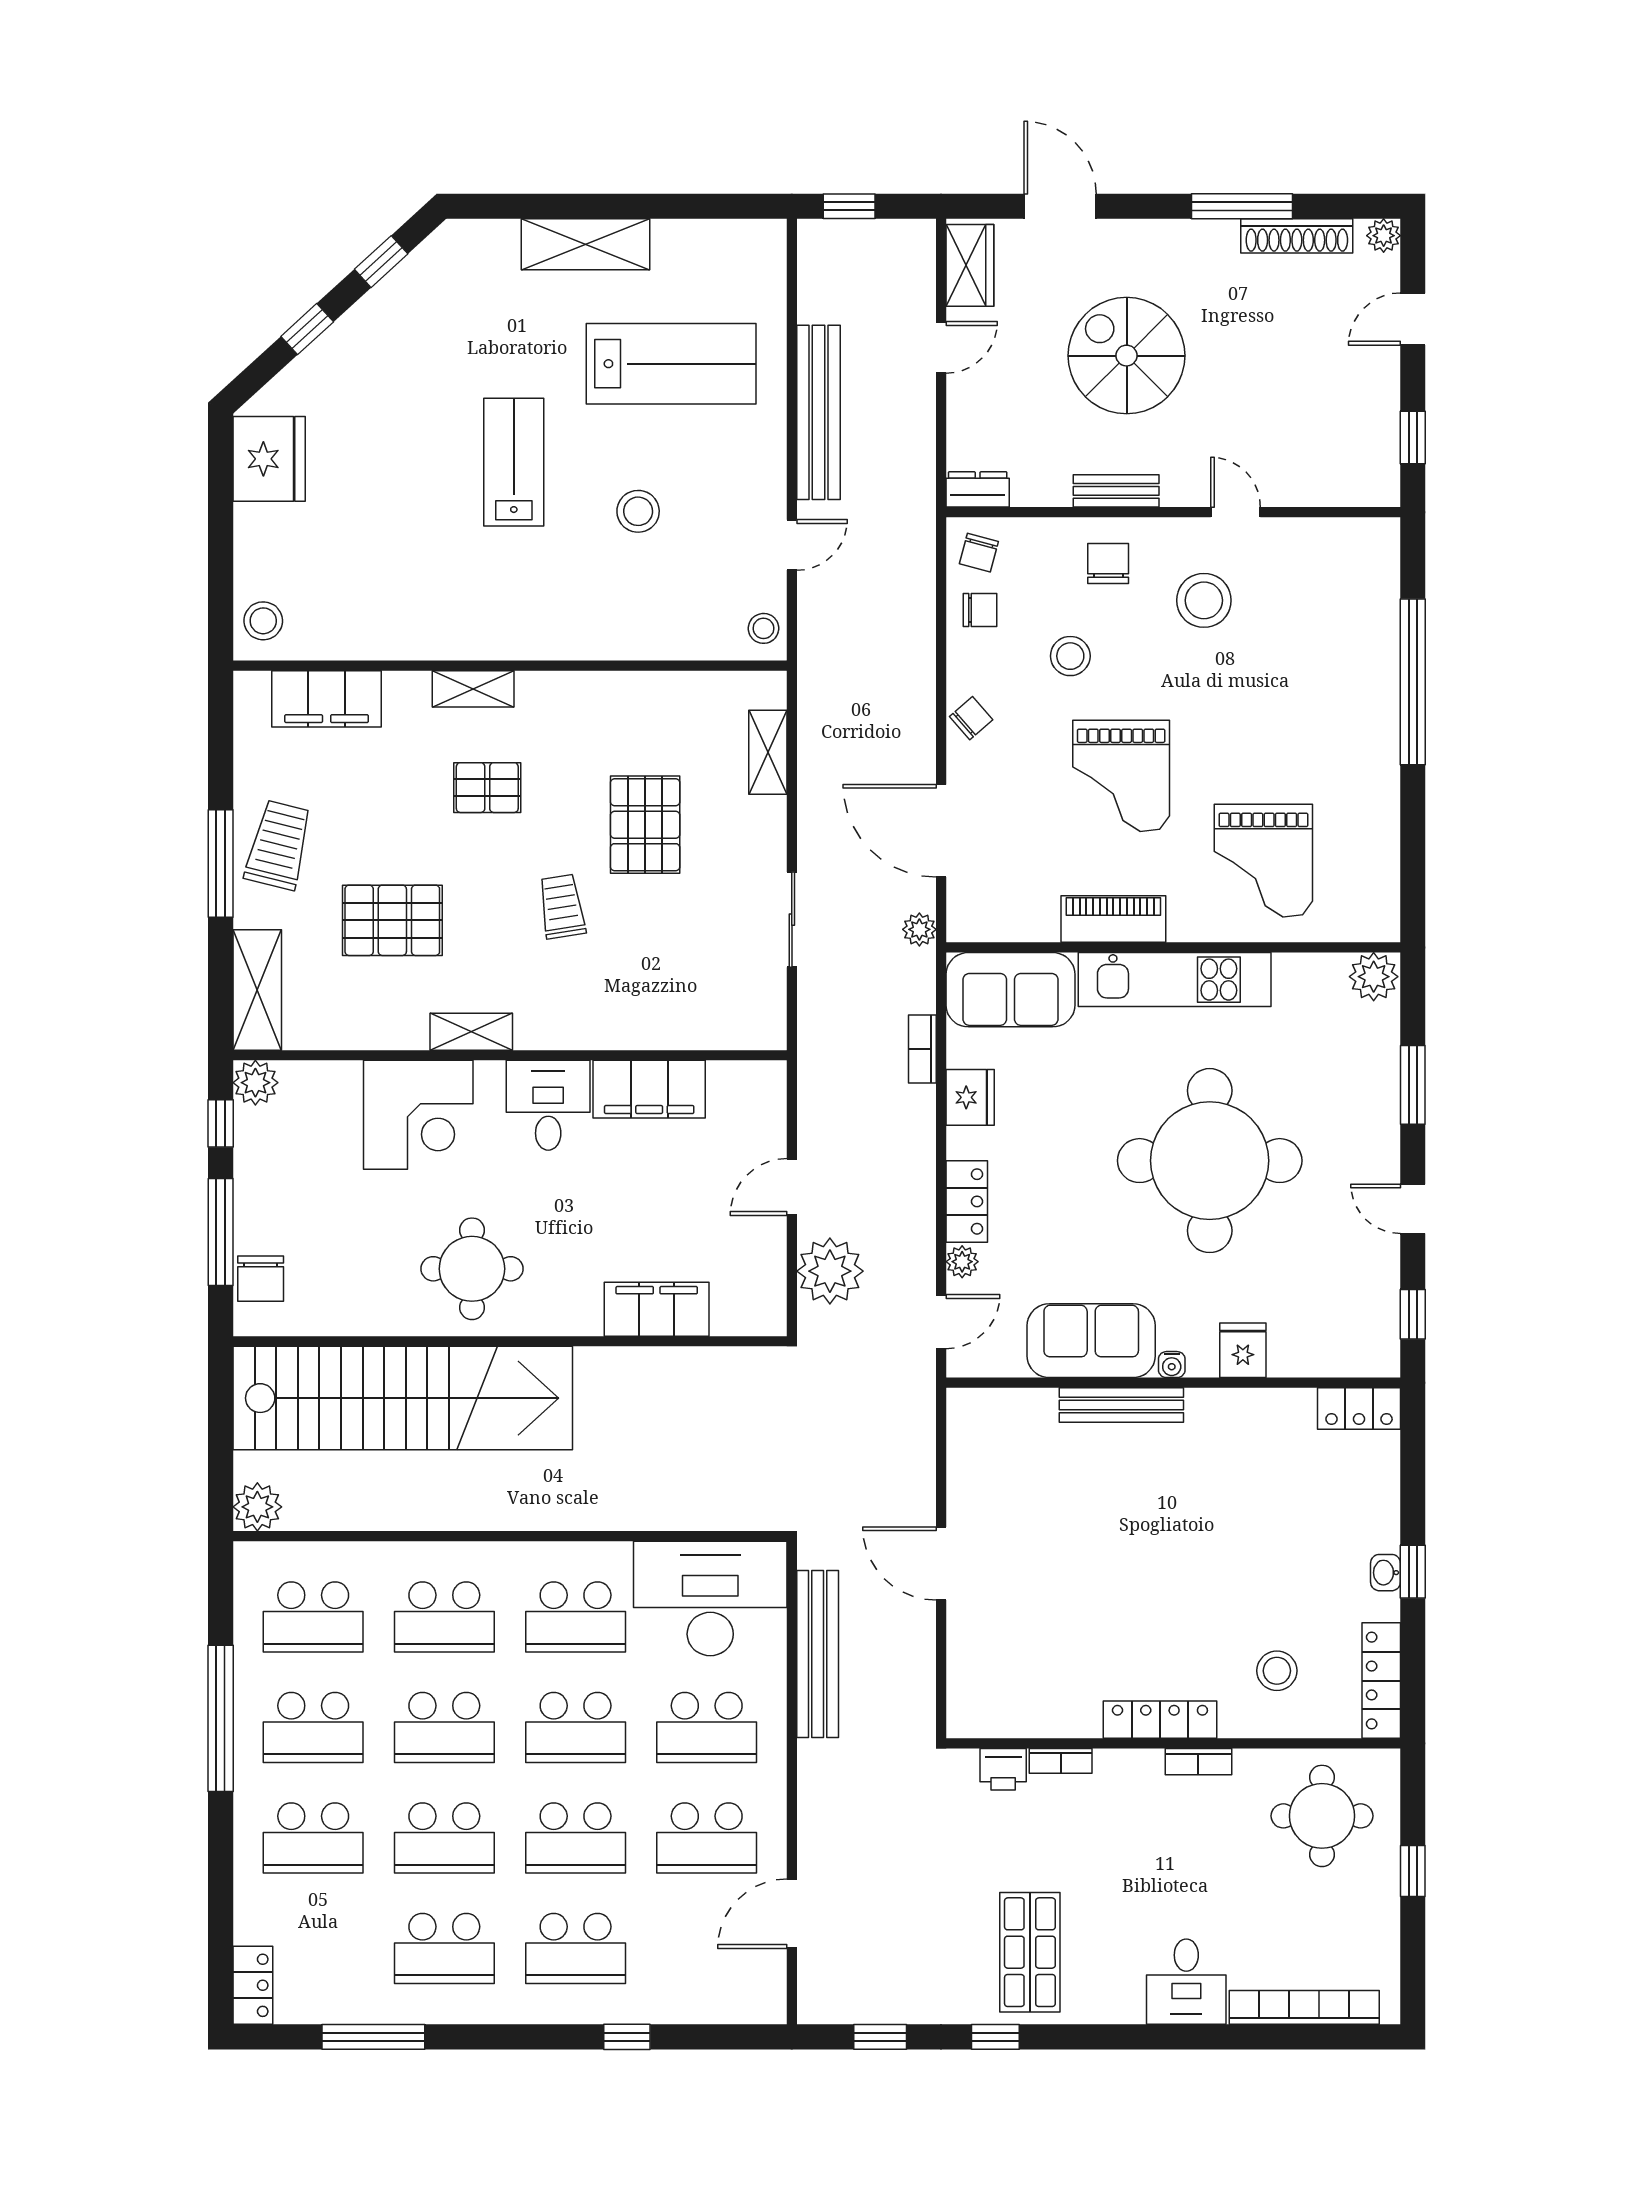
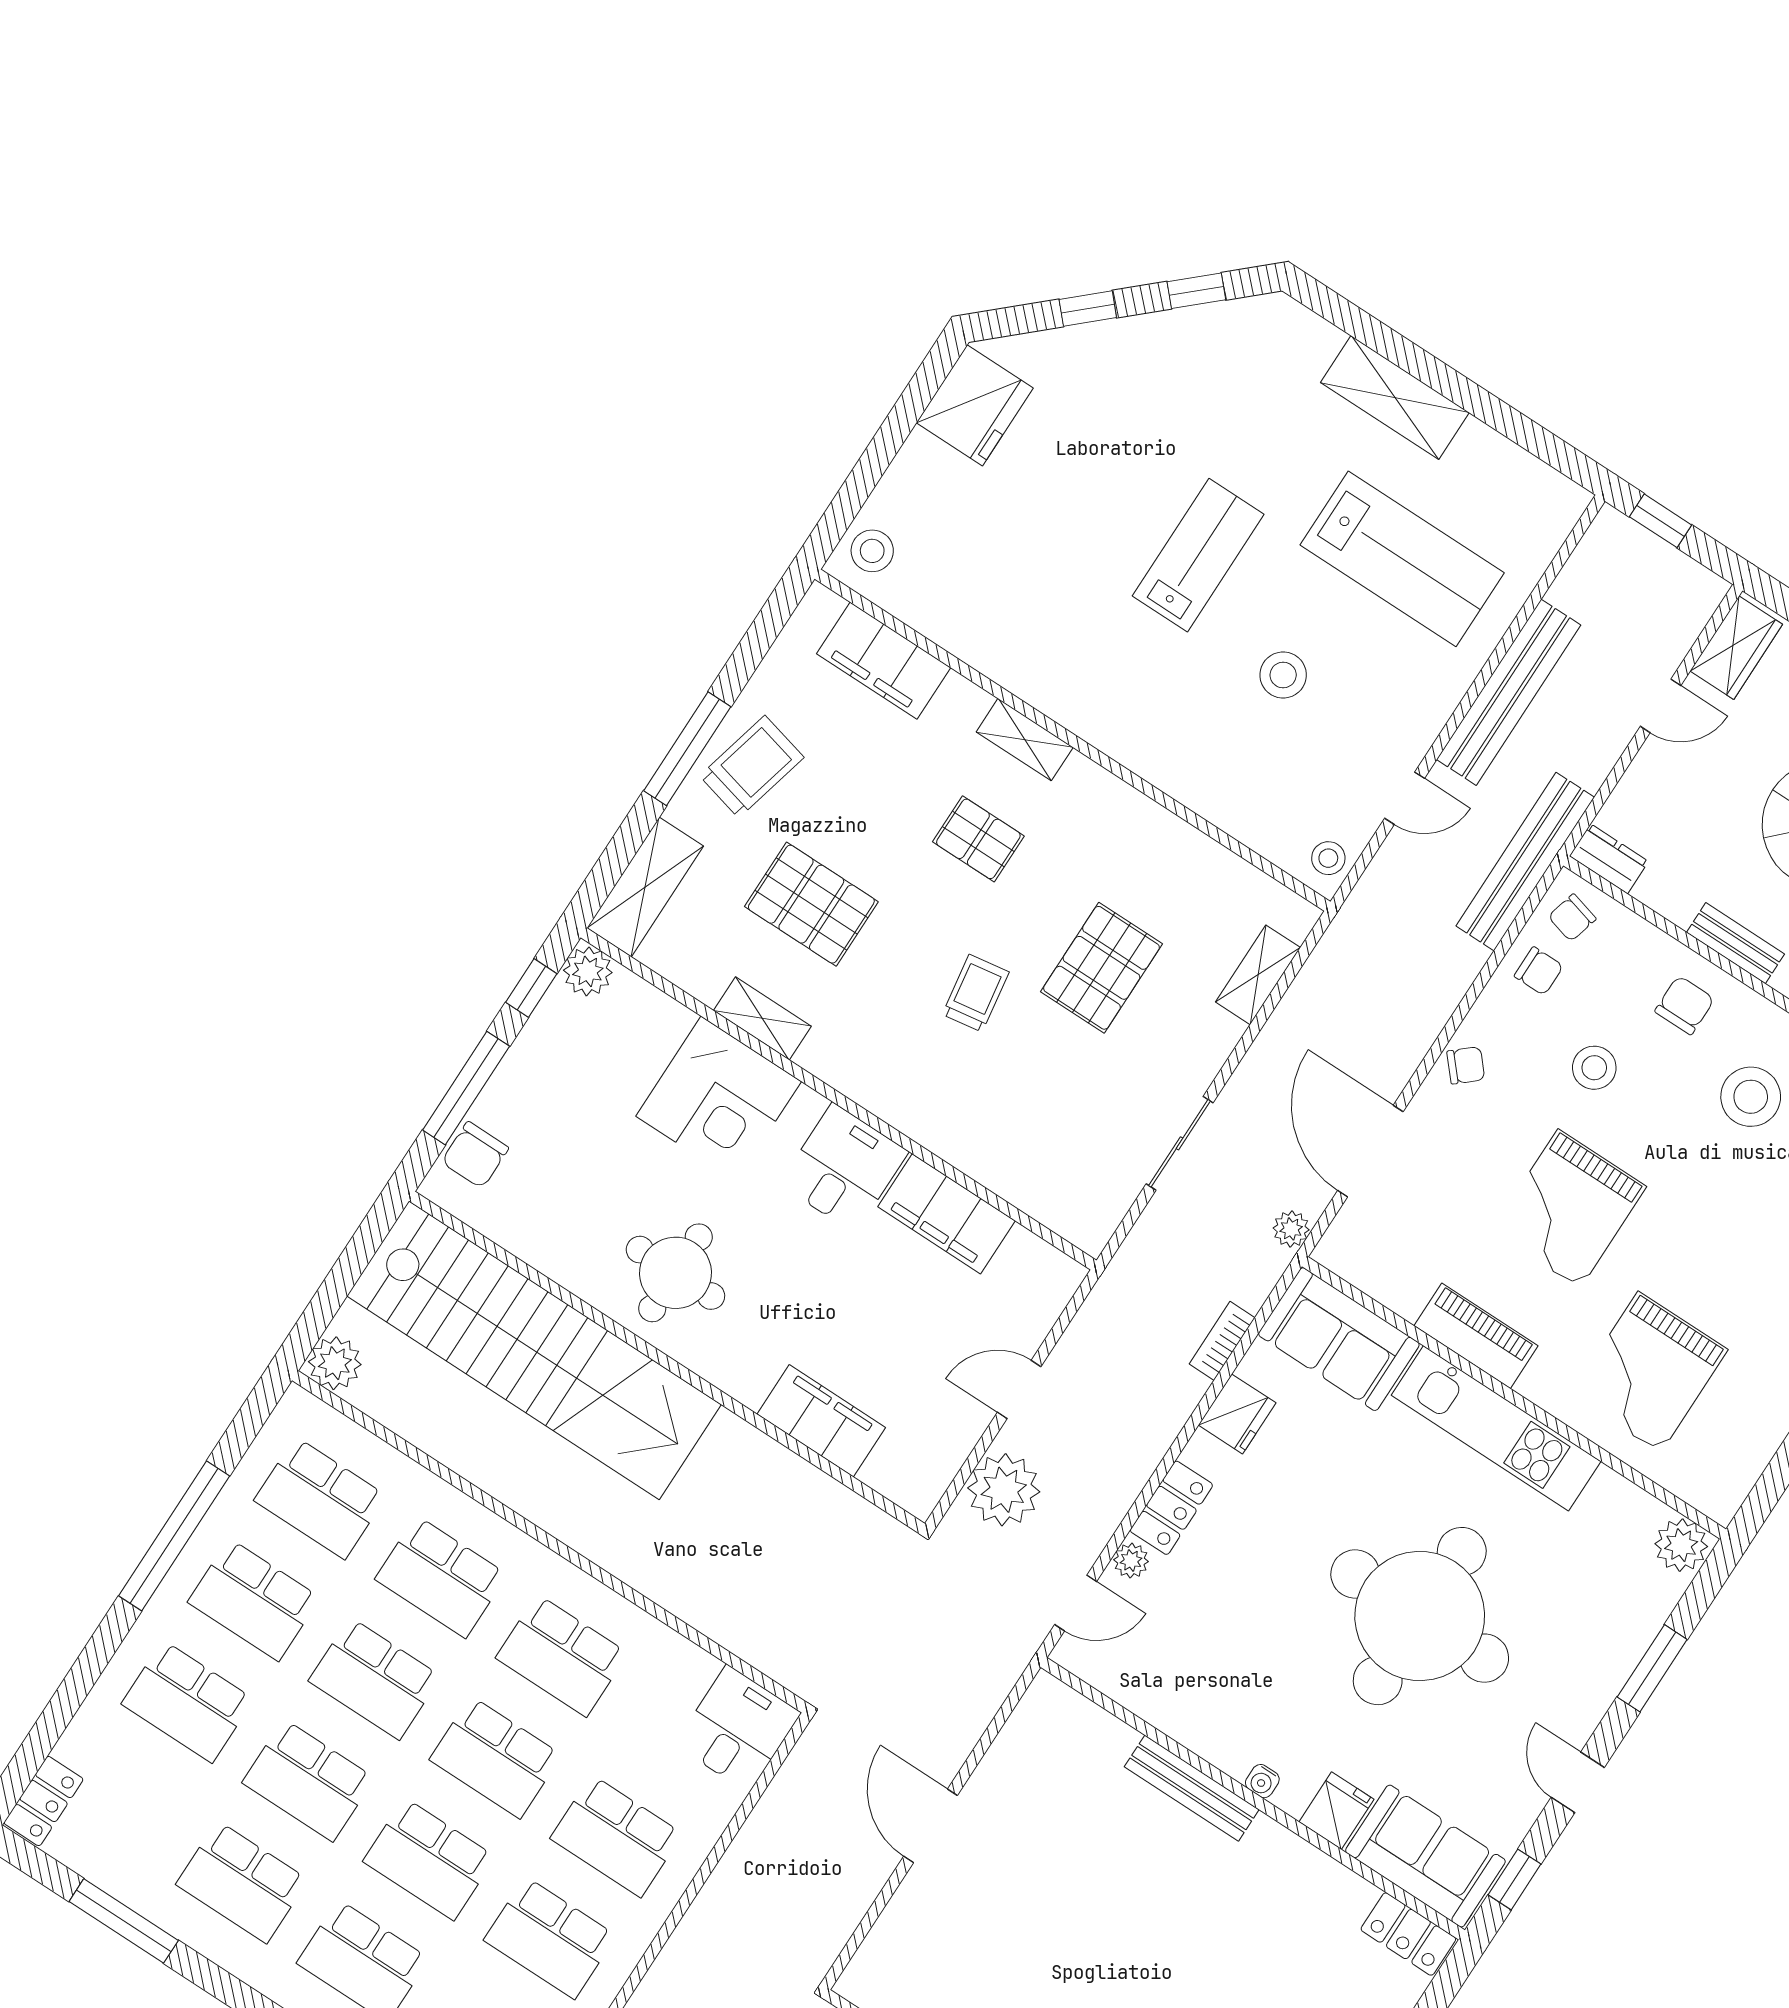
shelving: (471, 1032) -> (762, 1018), moved
sofa: (1091, 1341) -> (1425, 1856), moved
desk: (710, 1598) -> (738, 1729), width x0.53, depth x0.77
bench: (818, 1654) -> (1525, 862), moved

